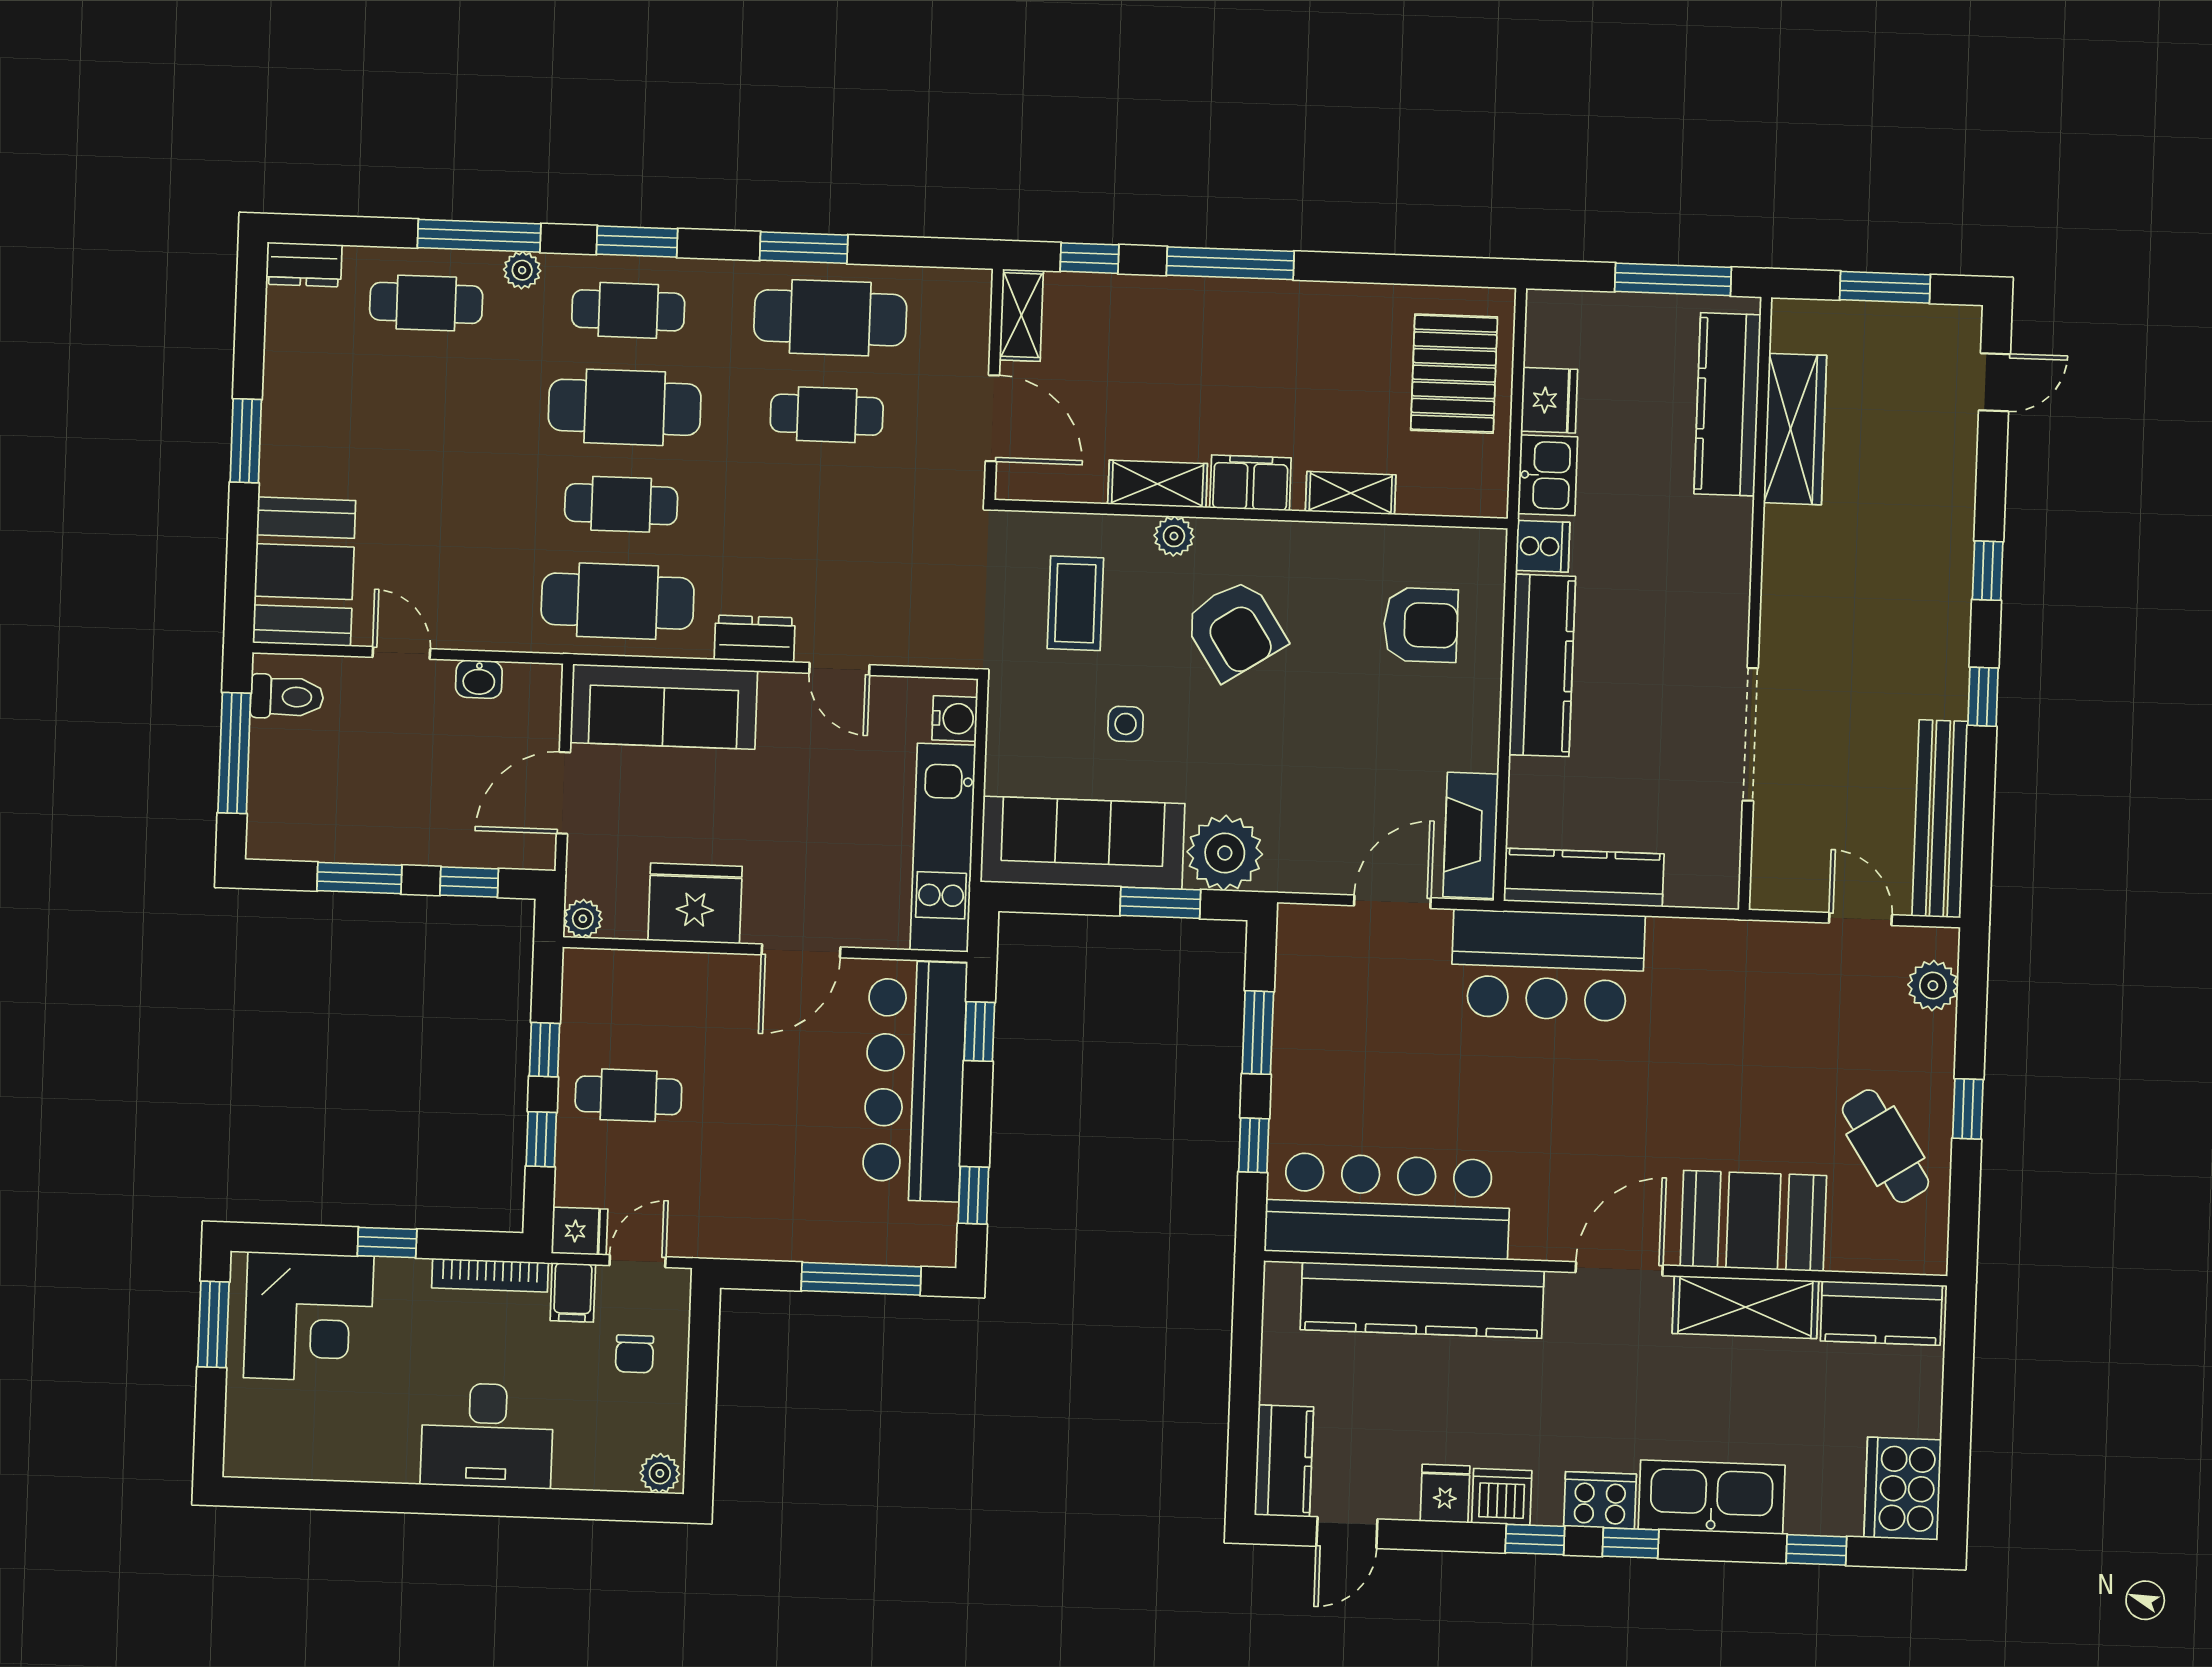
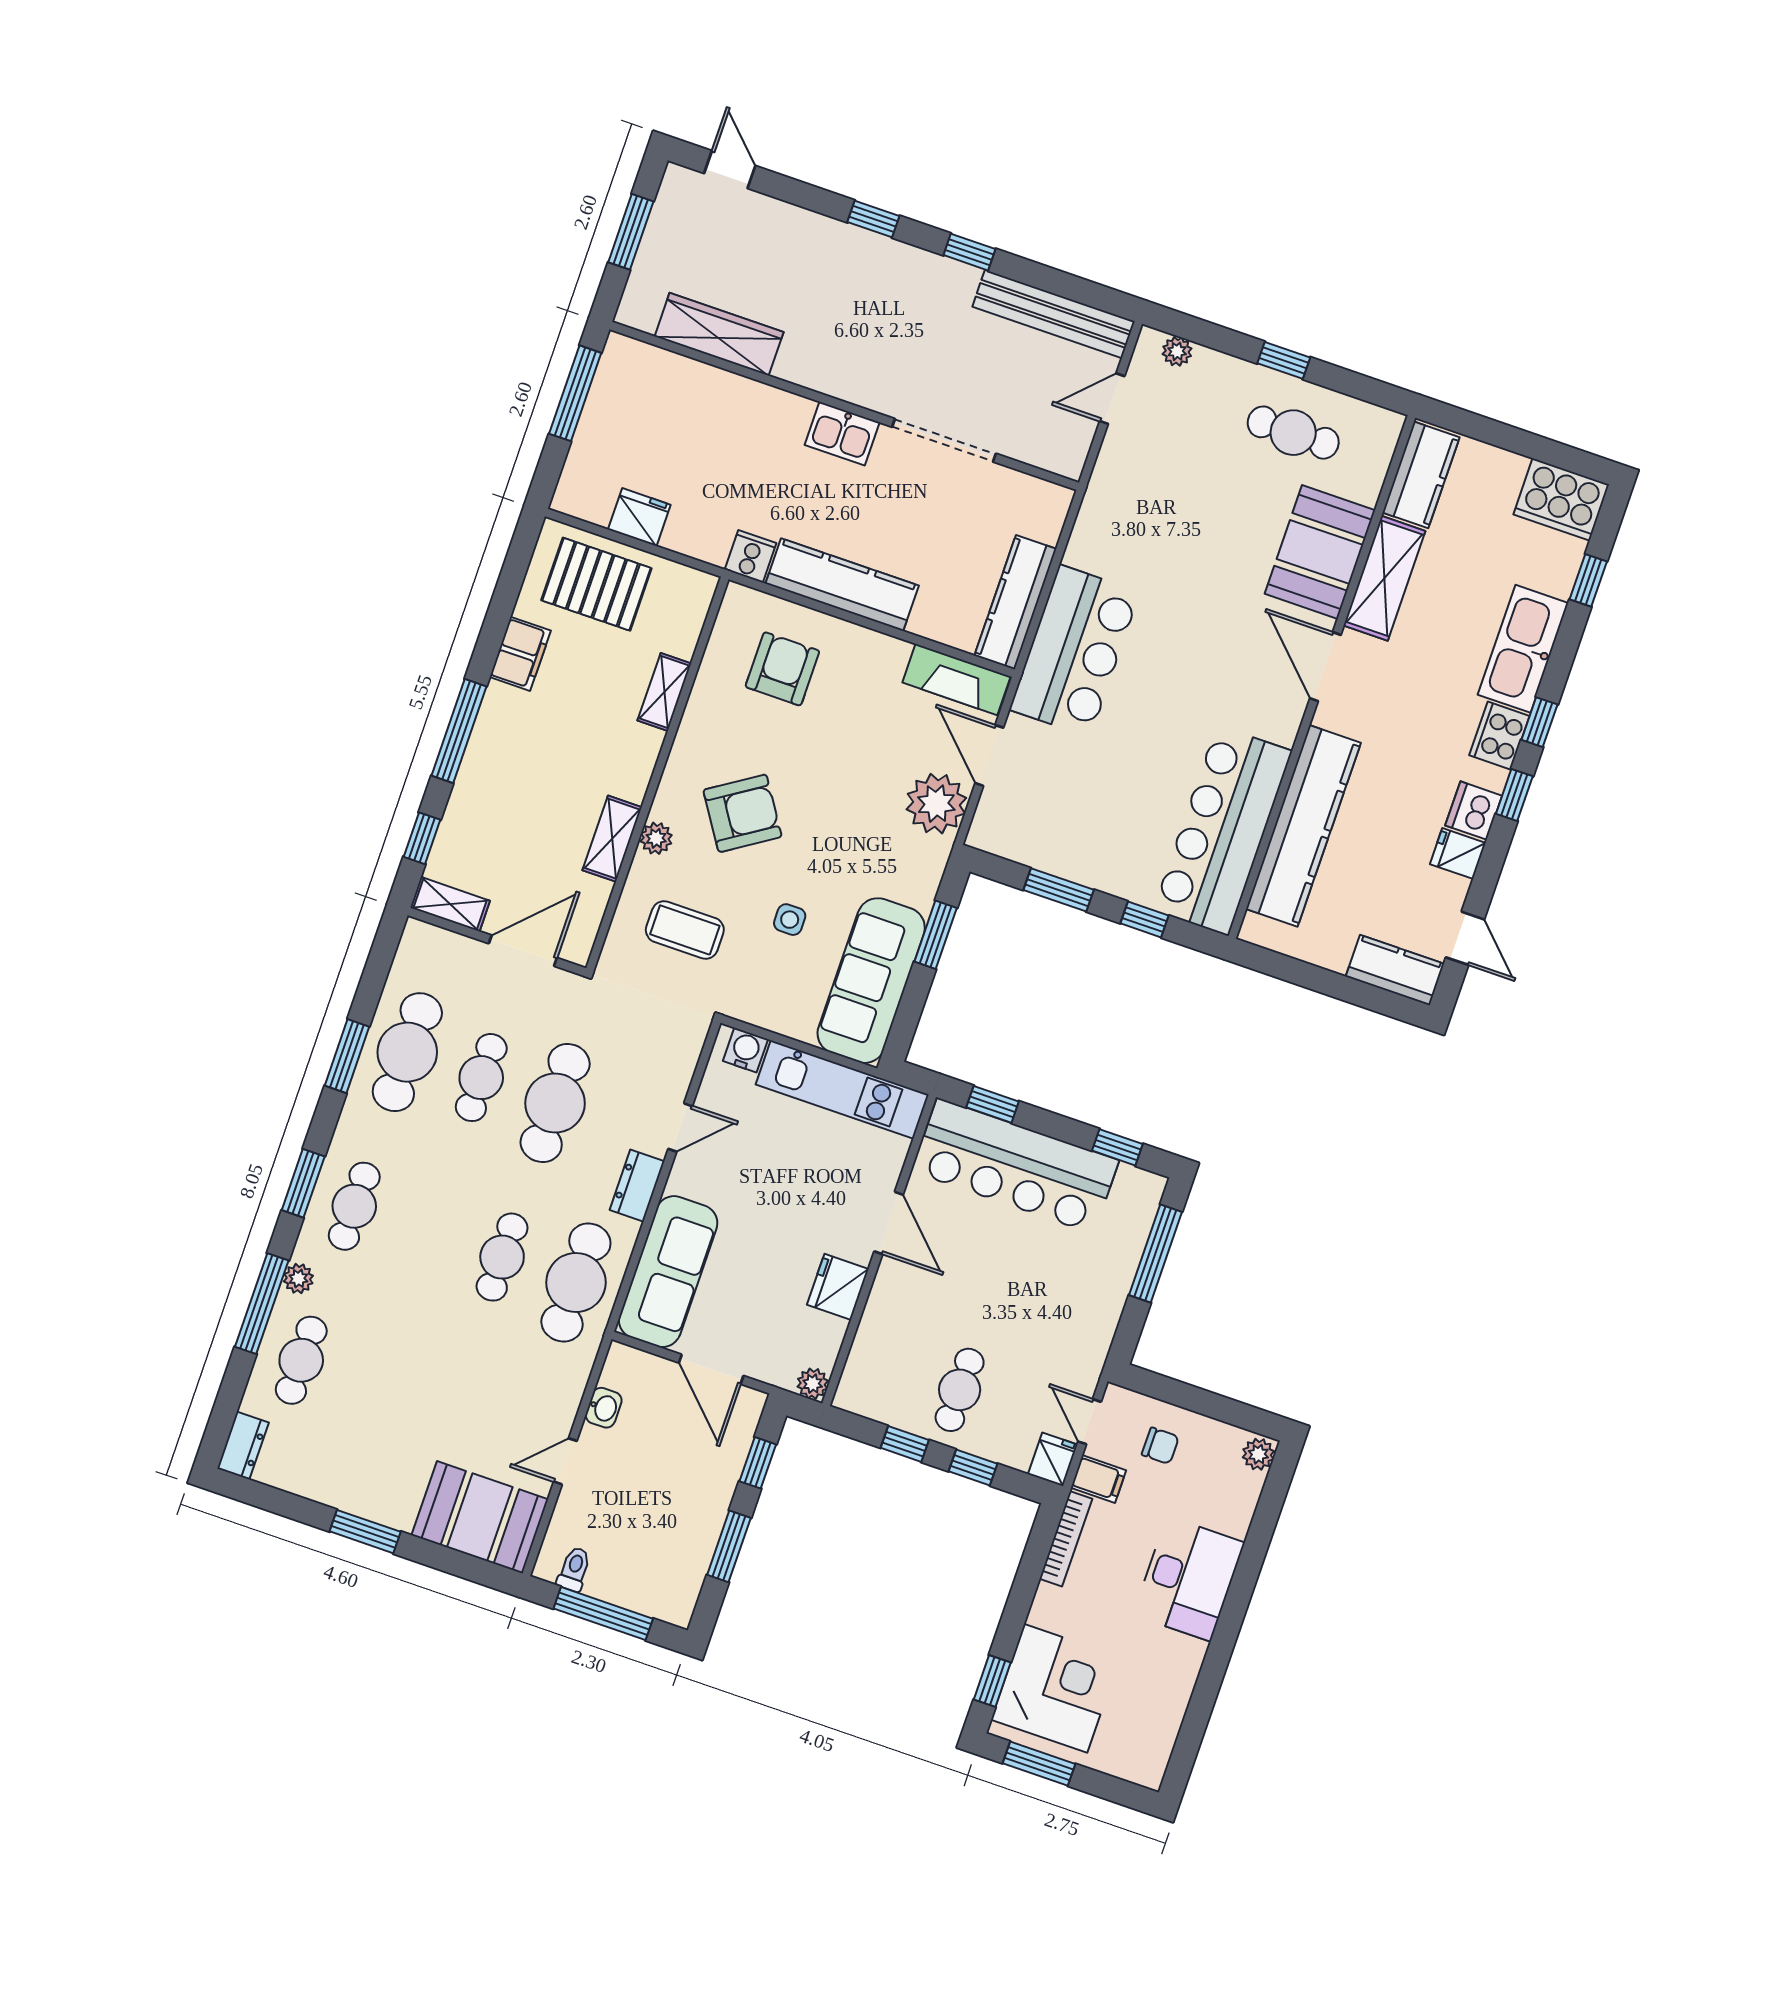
kitchen counter: (1727, 404) -> (684, 381), removed
cafe table: (625, 407) -> (555, 1103), moved
kitchen sink: (1548, 475) -> (842, 434), moved, turned 180
filing cabinet: (1250, 483) -> (520, 654), moved, turned 180
toilet: (287, 697) -> (574, 1569), width x0.73, depth x0.72
plant: (1225, 853) -> (936, 804), moved
fridge: (695, 903) -> (838, 1287), width x0.73, depth x0.75
plant: (1933, 986) -> (1177, 351), width x0.73, depth x0.73
cafe table: (1885, 1146) -> (1293, 433), turned 33
window: (387, 1242) -> (992, 1681), moved

